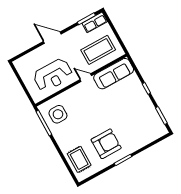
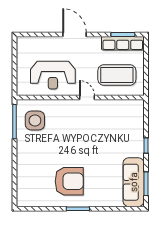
row of seats: (95, 22) -> (123, 43), width x1.48
sofa: (114, 74) -> (134, 182), moved, turned 90
rug: (79, 159) -> (31, 182), removed

